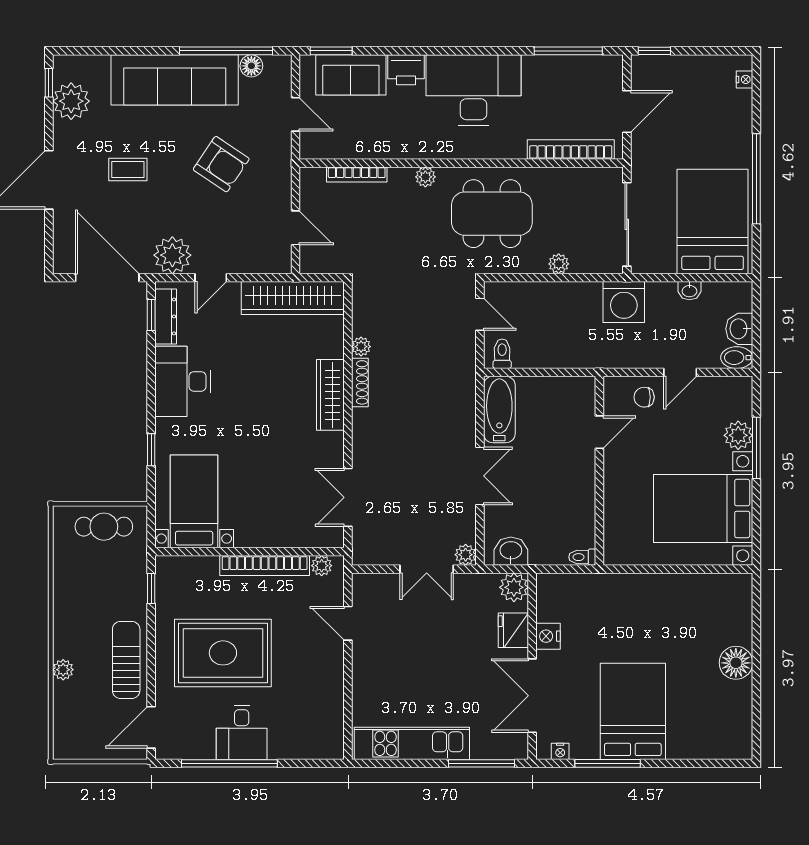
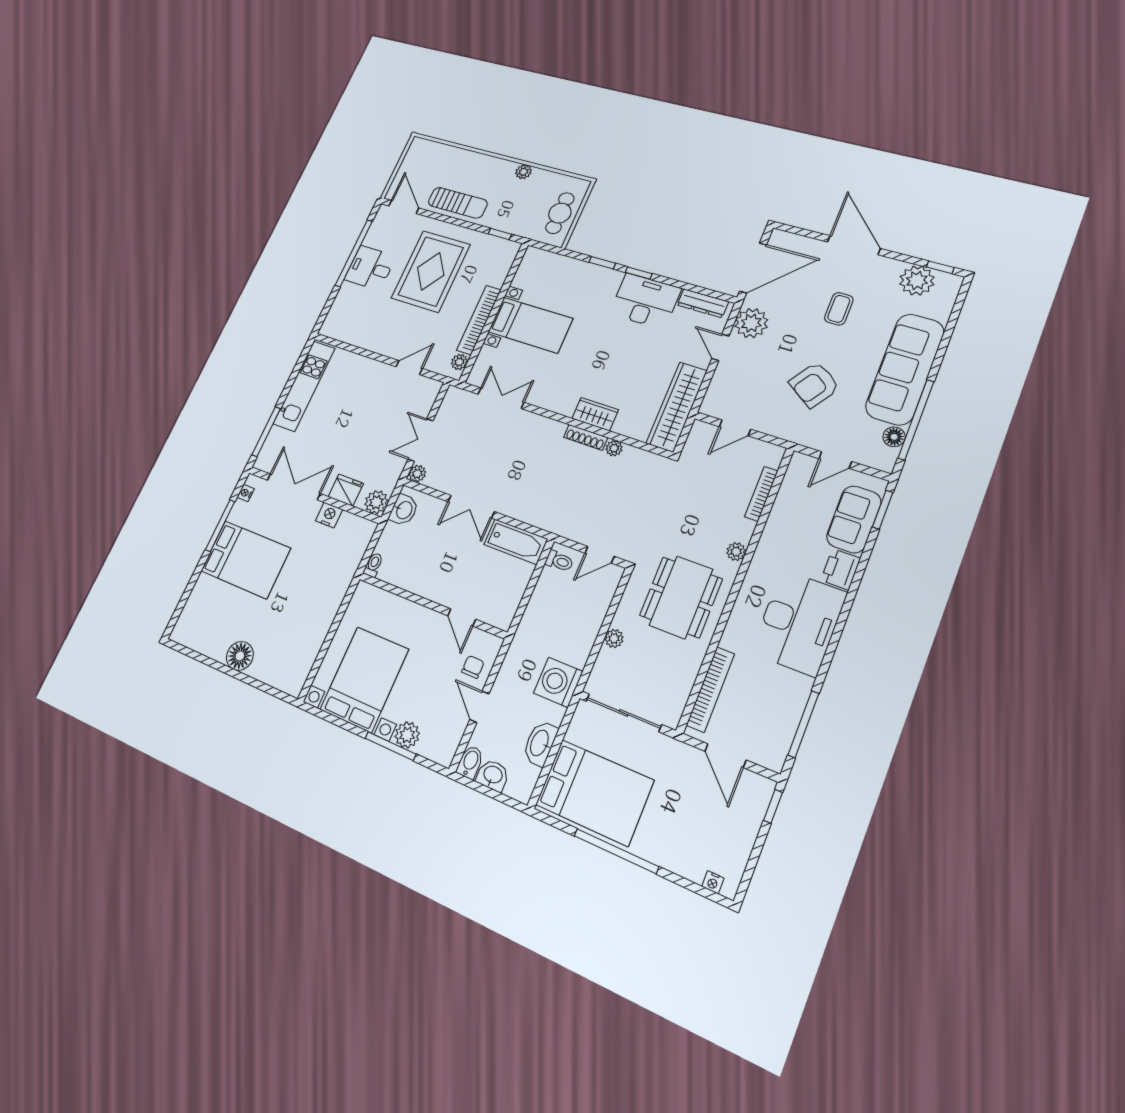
washbasin: (689, 291) -> (540, 743), width x1.91, depth x1.45
window: (151, 315) -> (639, 273), moved
wardrobe: (330, 395) -> (595, 414), width x0.67
bed with nightstands: (194, 501) -> (530, 325), moved
plant: (63, 670) -> (524, 172), moved

